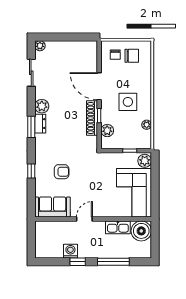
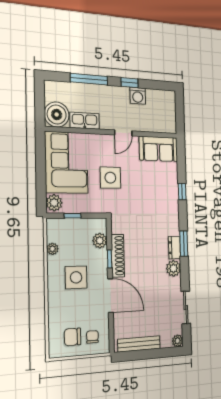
bench: (75, 46) -> (139, 344), added
armchair: (62, 172) -> (150, 190), removed
side table: (97, 182) -> (110, 178), added

